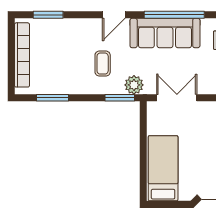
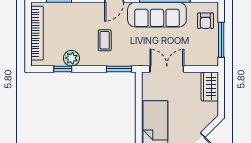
plant: (134, 85) -> (71, 58), moved
window: (52, 98) -> (63, 69), width x0.67

